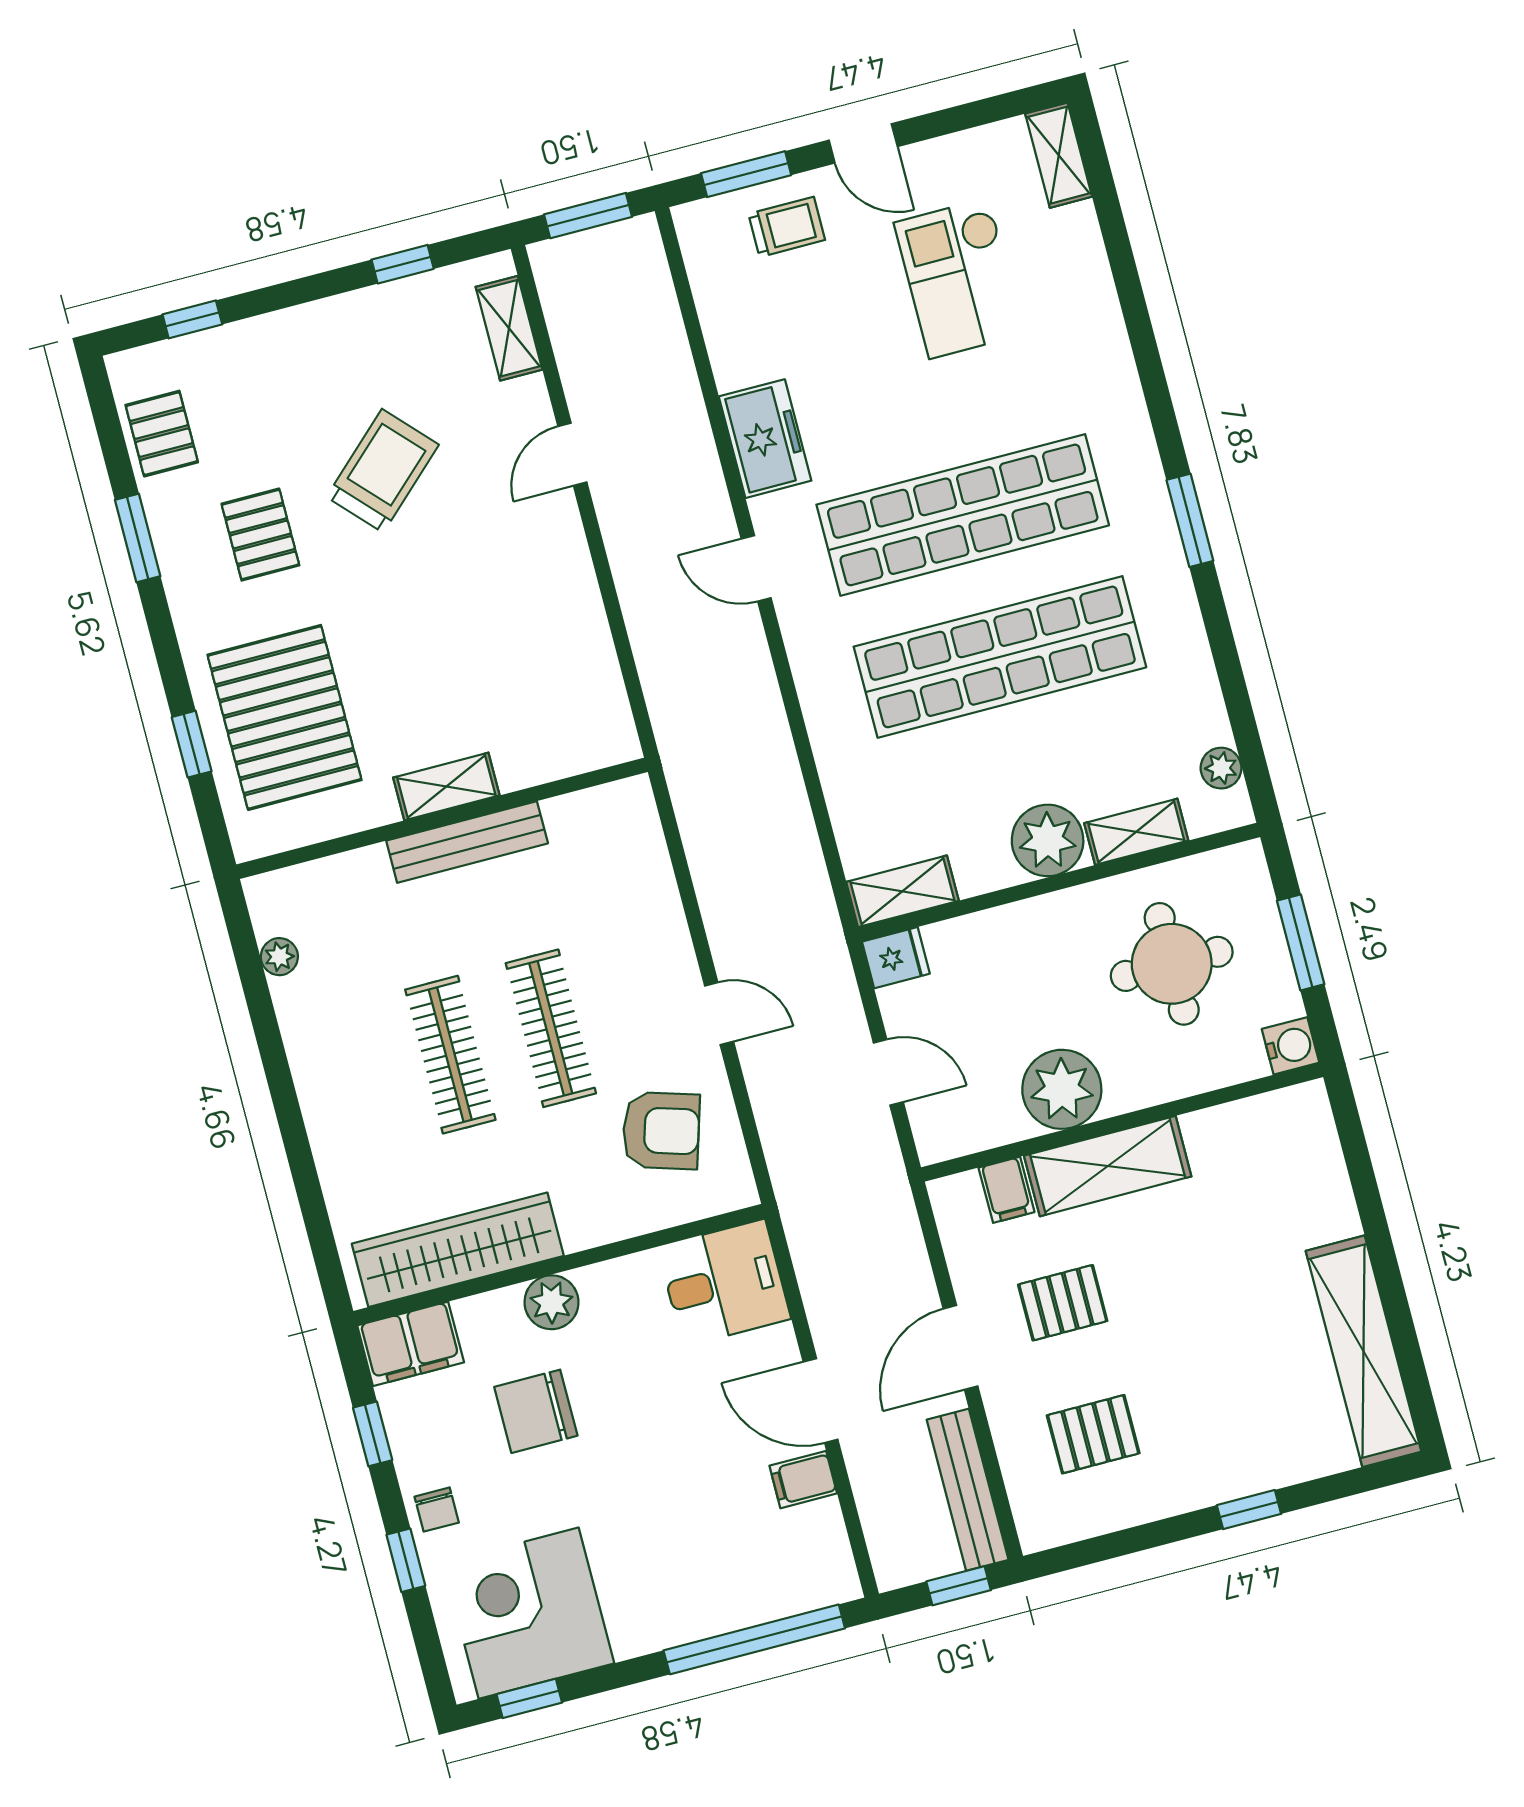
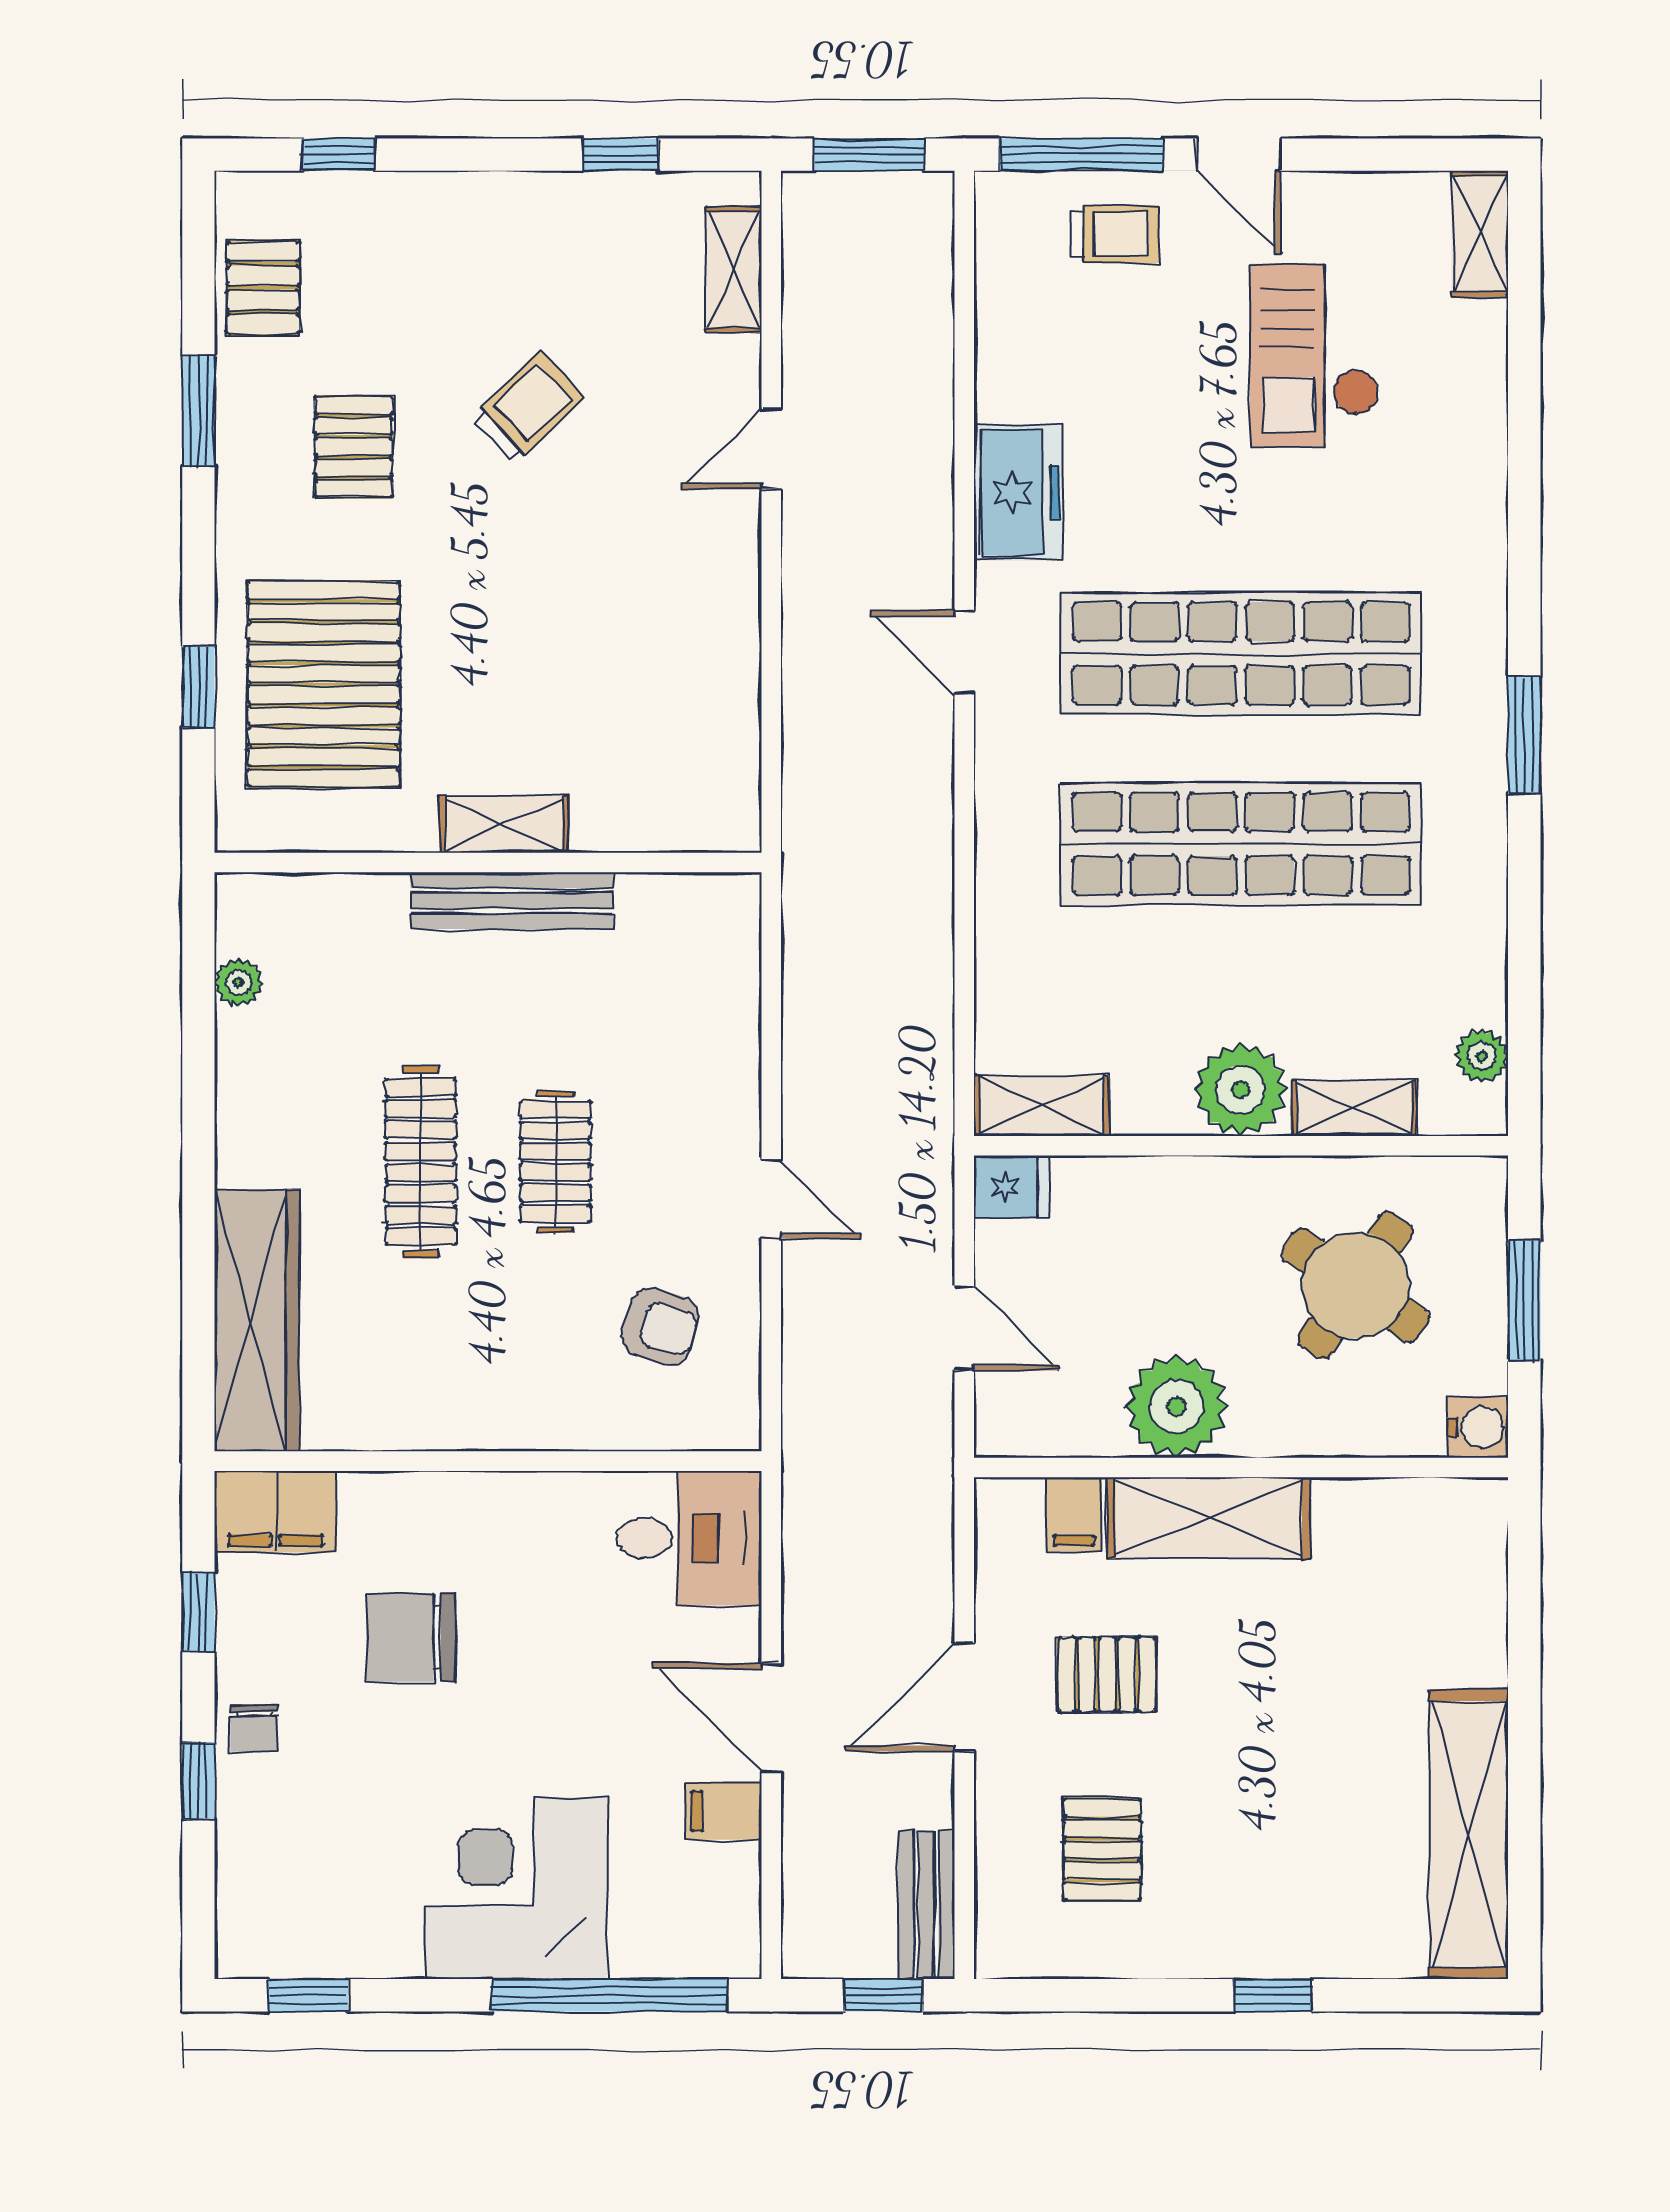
window: (746, 174) -> (1081, 155), width x1.44
trolley: (383, 471) -> (528, 407), width x0.73, depth x0.72
round table: (1172, 964) -> (1355, 1285), turned 34
clothes rail: (551, 1028) -> (555, 1162), width x0.73
armchair: (661, 1131) -> (660, 1326), width x0.72, depth x0.72
wardrobe: (458, 1250) -> (257, 1320), moved, turned 90
plant: (552, 1302) -> (466, 1506), removed
pallet: (1093, 1434) -> (1102, 1850), turned 90
bench: (968, 1490) -> (926, 1905), width x0.73
corner desk: (529, 1613) -> (516, 1888), moved

